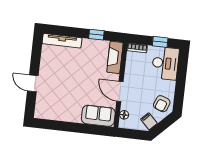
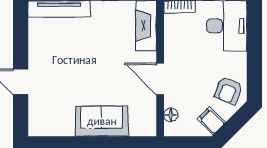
sofa: (98, 116) -> (102, 121), moved

